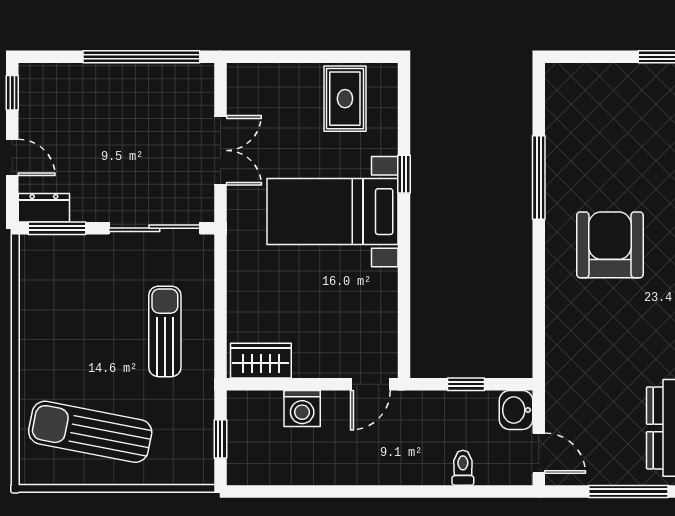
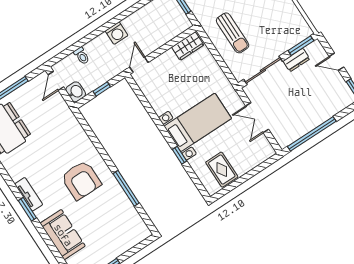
dresser: (44, 208) -> (296, 60), moved
washing machine: (302, 409) -> (117, 33), moved, turned 180
door: (539, 453) -> (56, 81), hinge flipped

